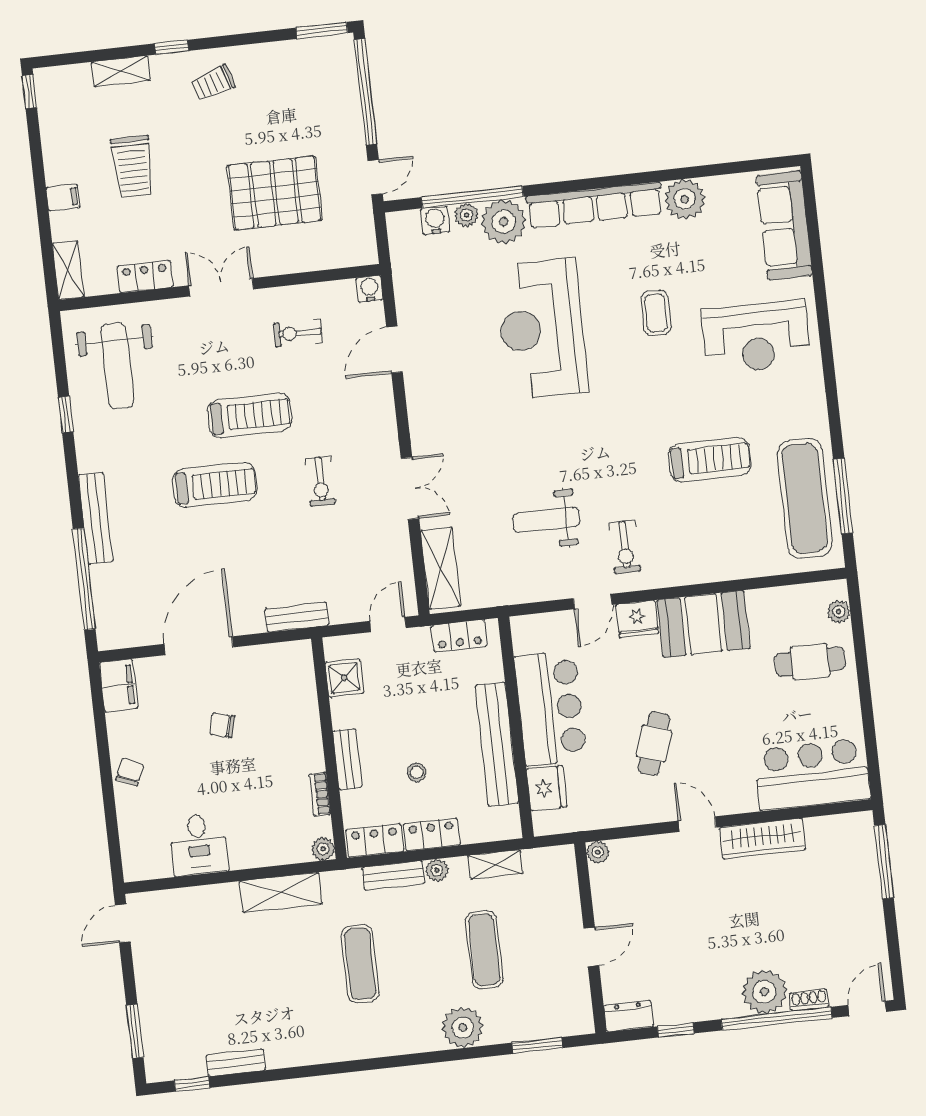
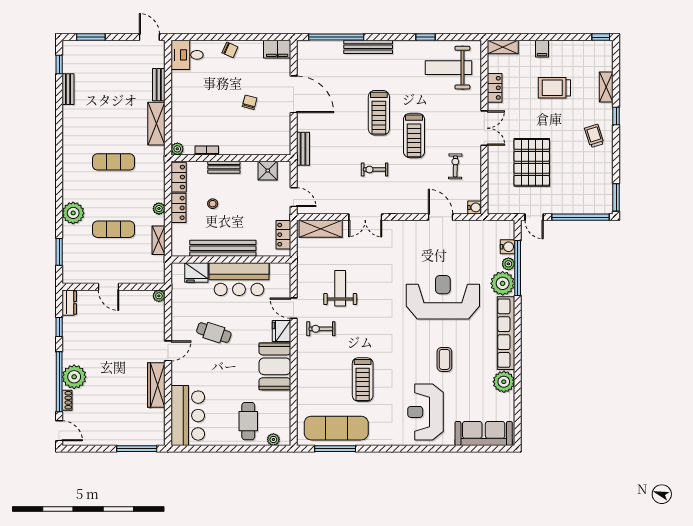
coffee table: (656, 313) -> (444, 359), turned 90
desk: (199, 845) -> (187, 55), moved
bench: (393, 875) -> (159, 85), moved

